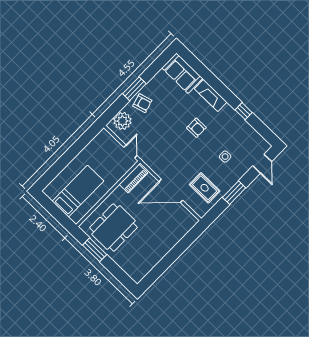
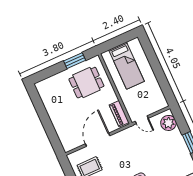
armchair: (142, 103) -> (176, 144), removed
dining table: (113, 228) -> (86, 83), width x0.73

